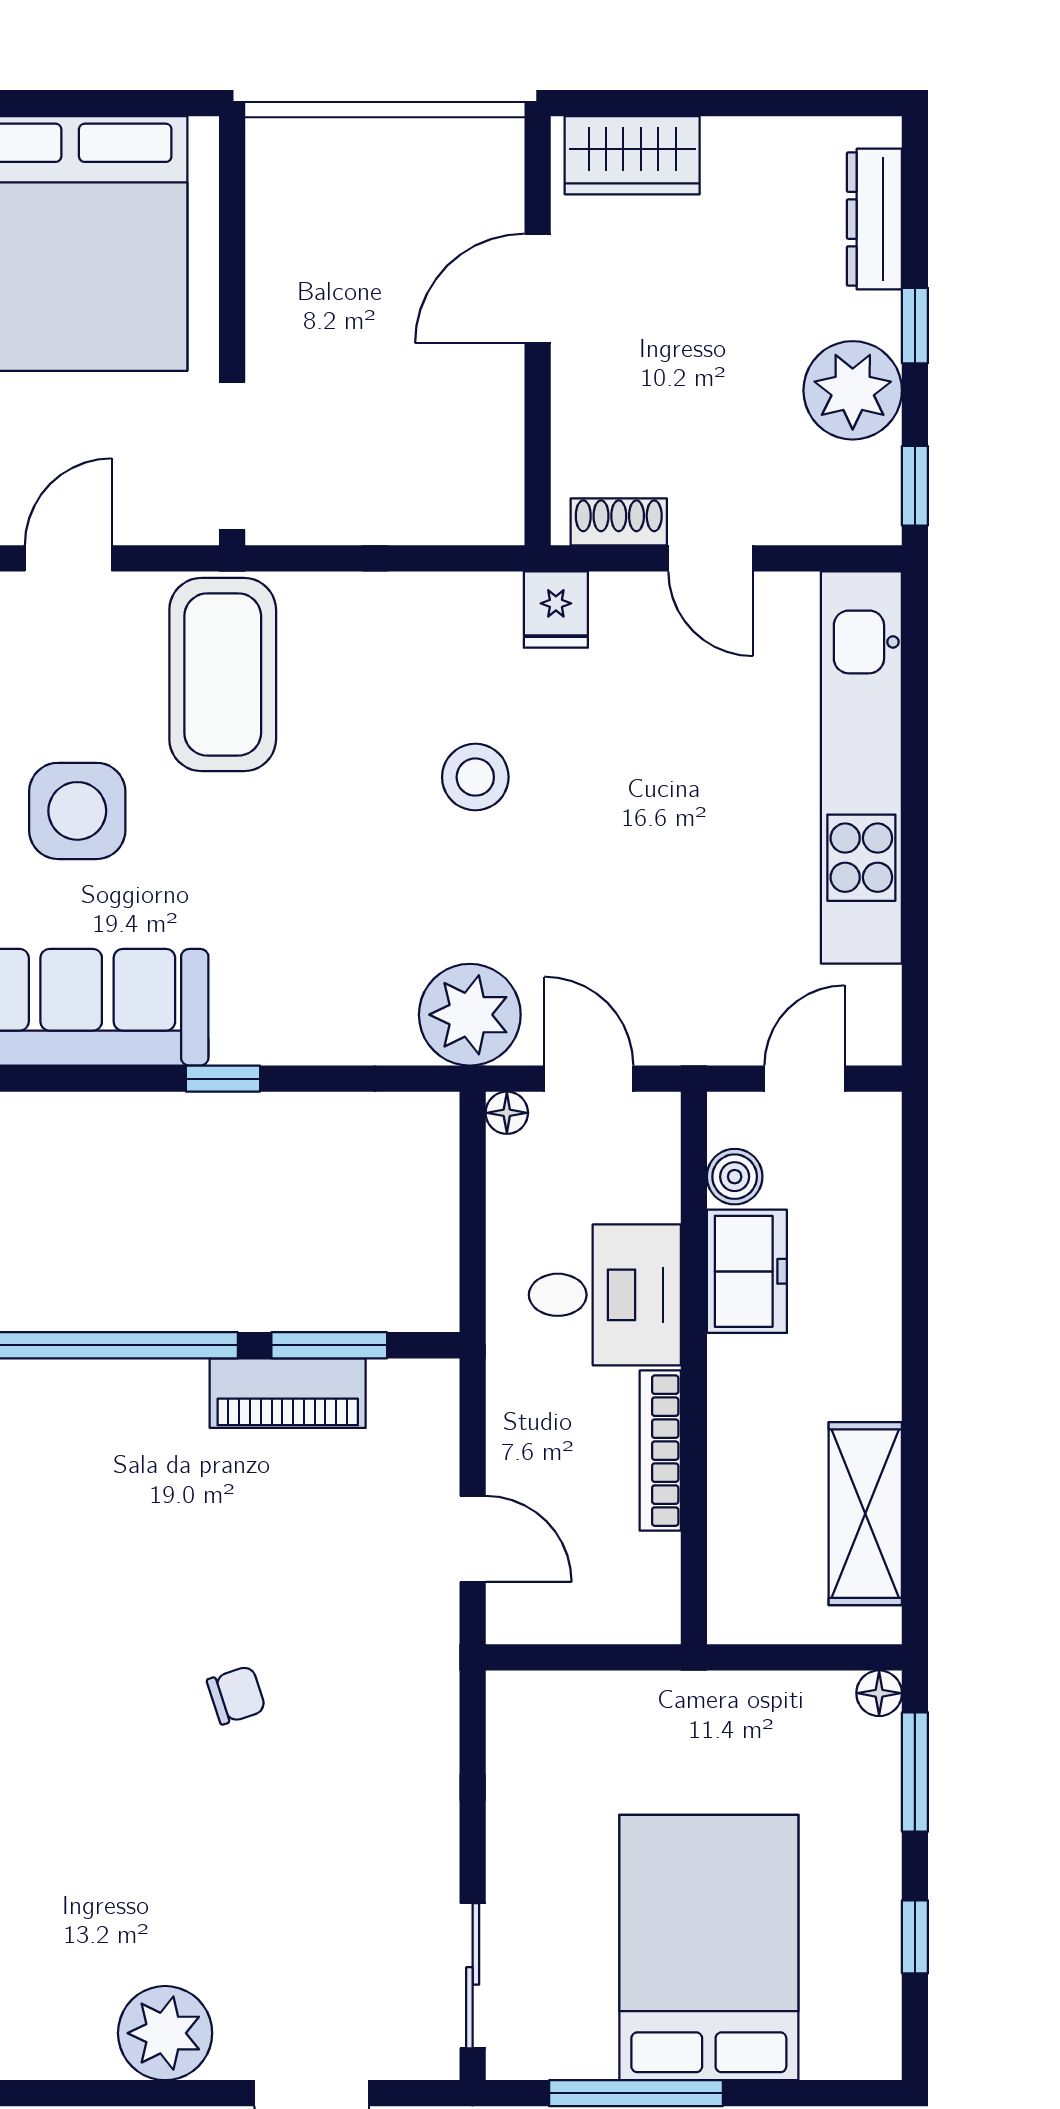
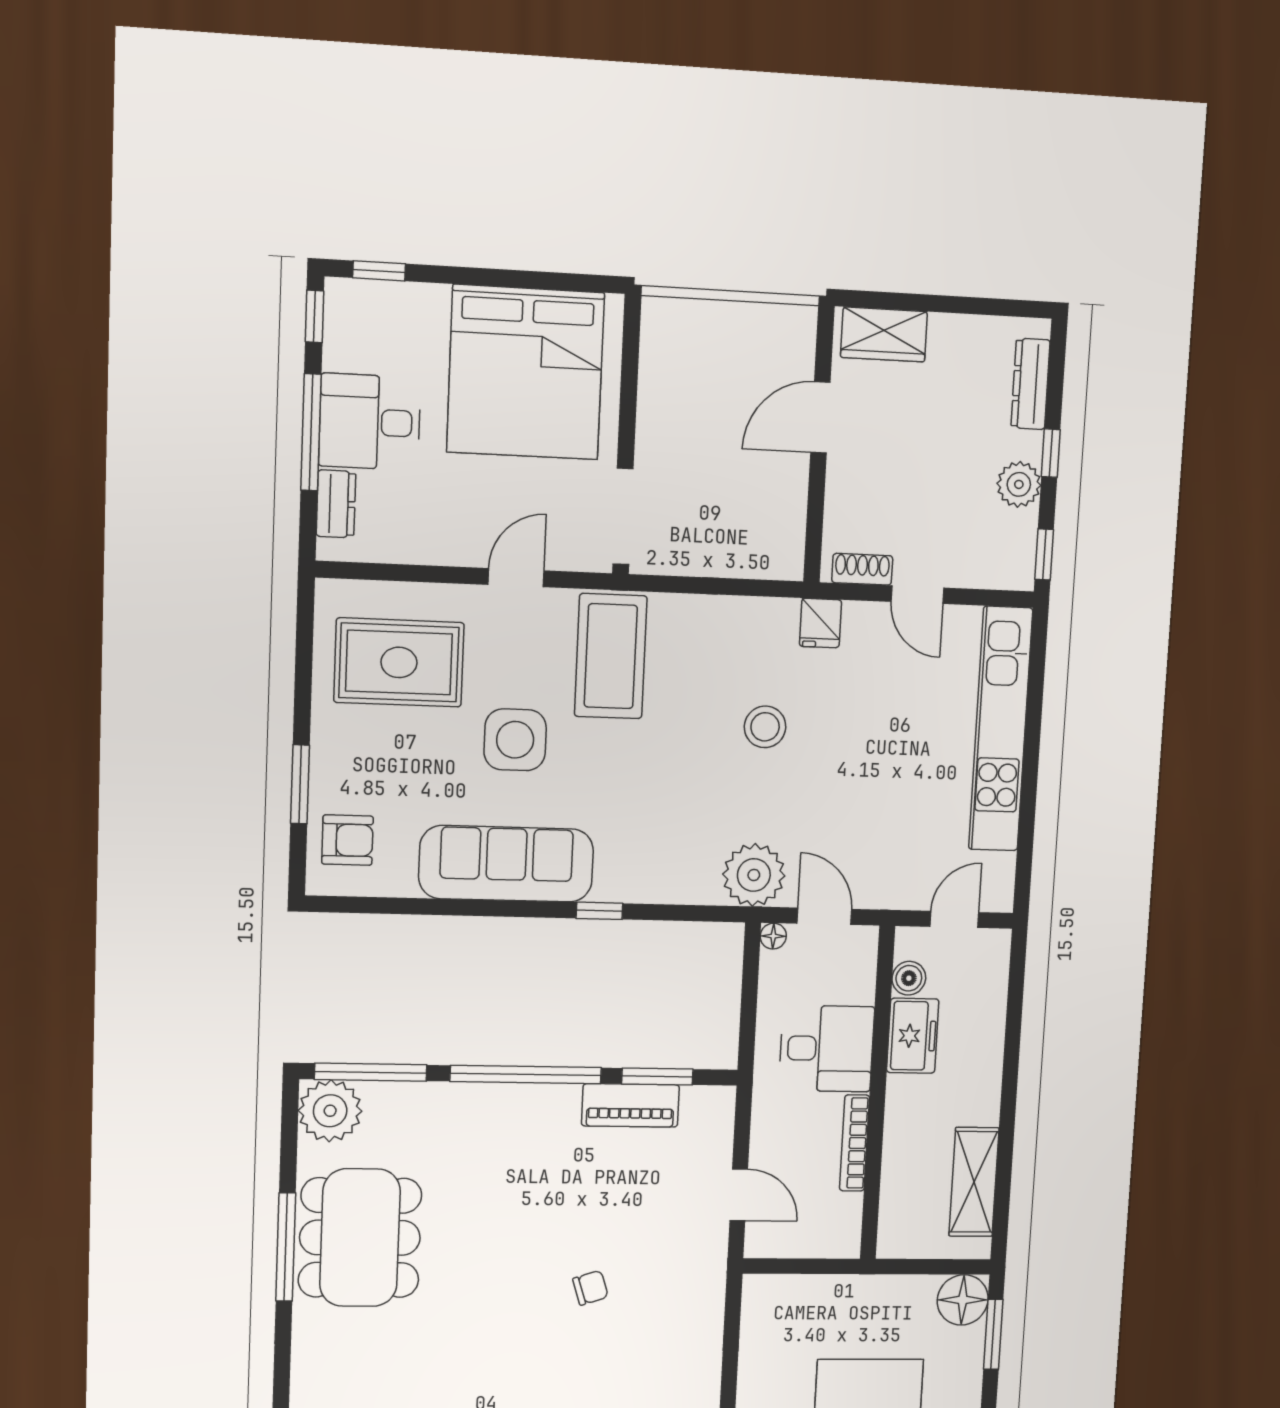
plant: (853, 390) -> (1019, 484), width x0.73, depth x0.73
floor lamp: (879, 1693) -> (963, 1300), width x1.89, depth x1.89

